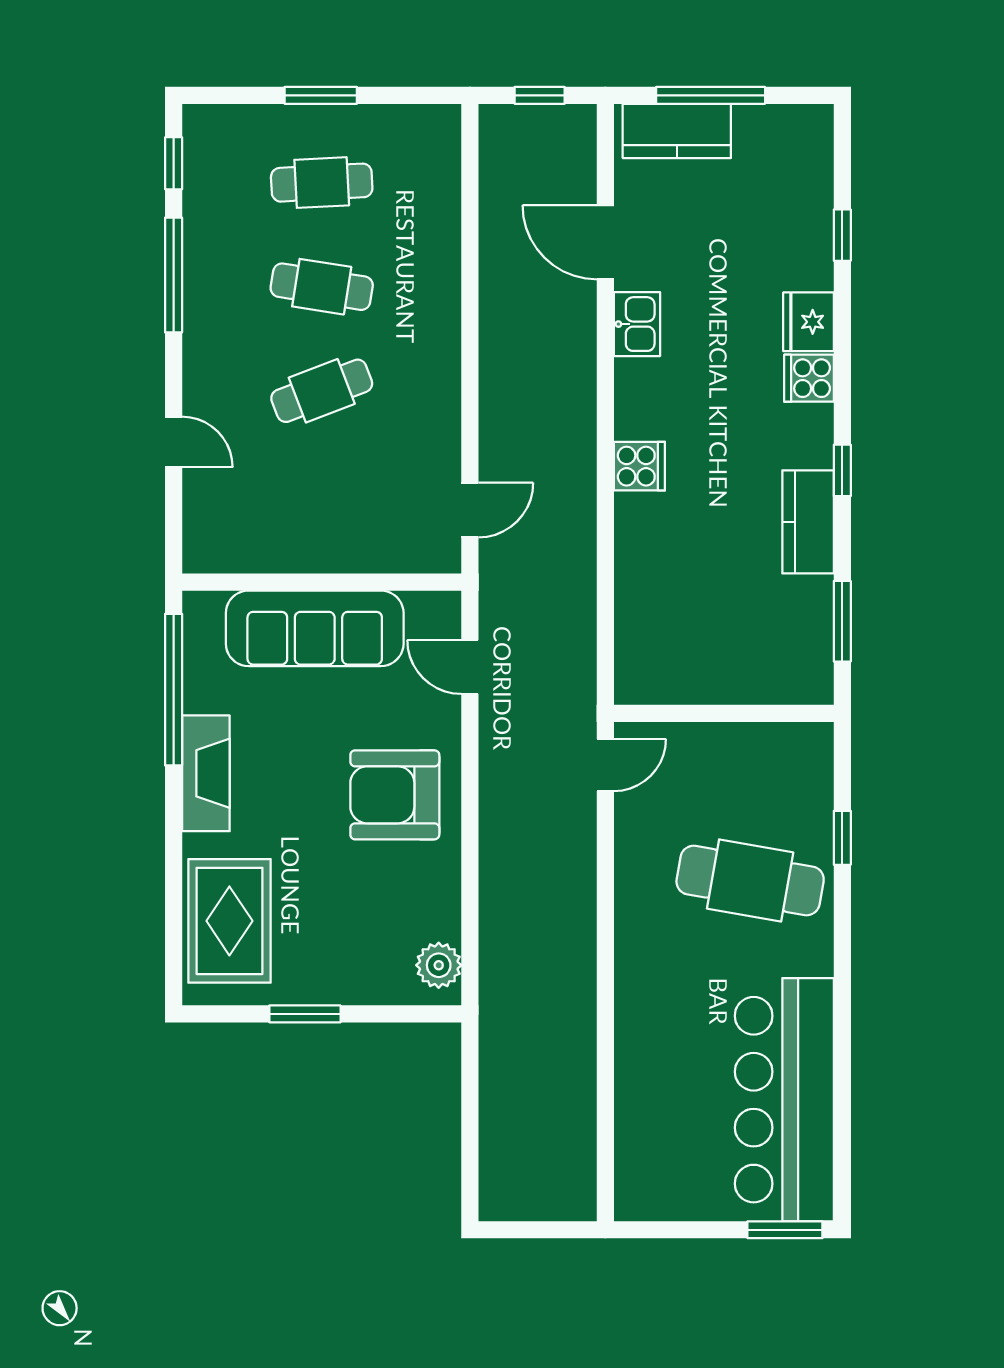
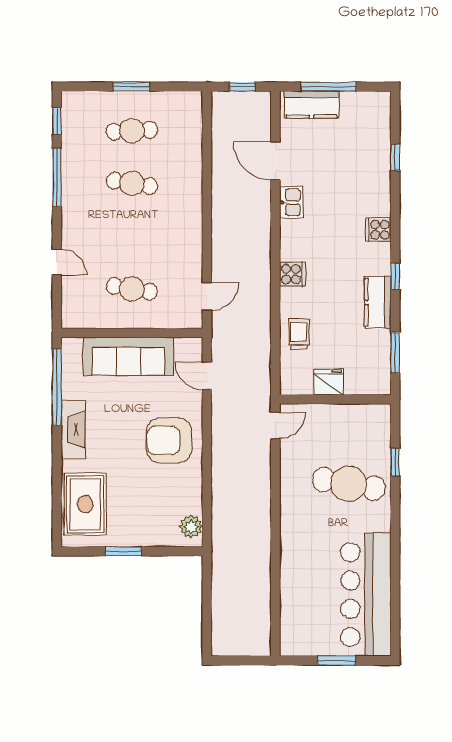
fridge: (809, 322) -> (329, 382), moved, turned 90
cafe table: (322, 391) -> (132, 289), moved, turned 30
trolley: (652, 584) -> (299, 334), added
window: (785, 1230) -> (336, 660), moved

